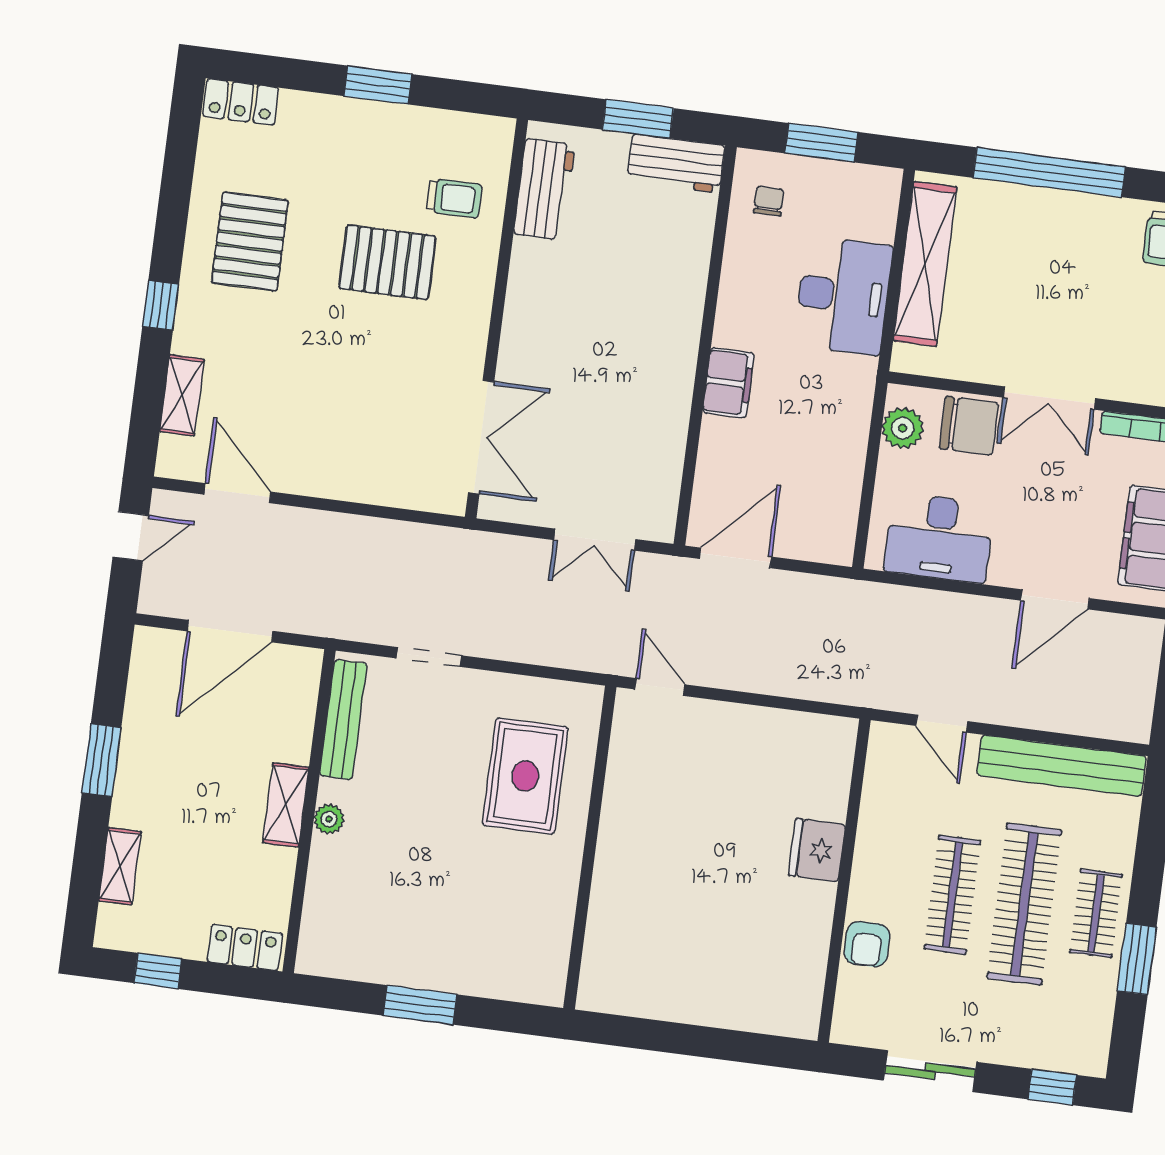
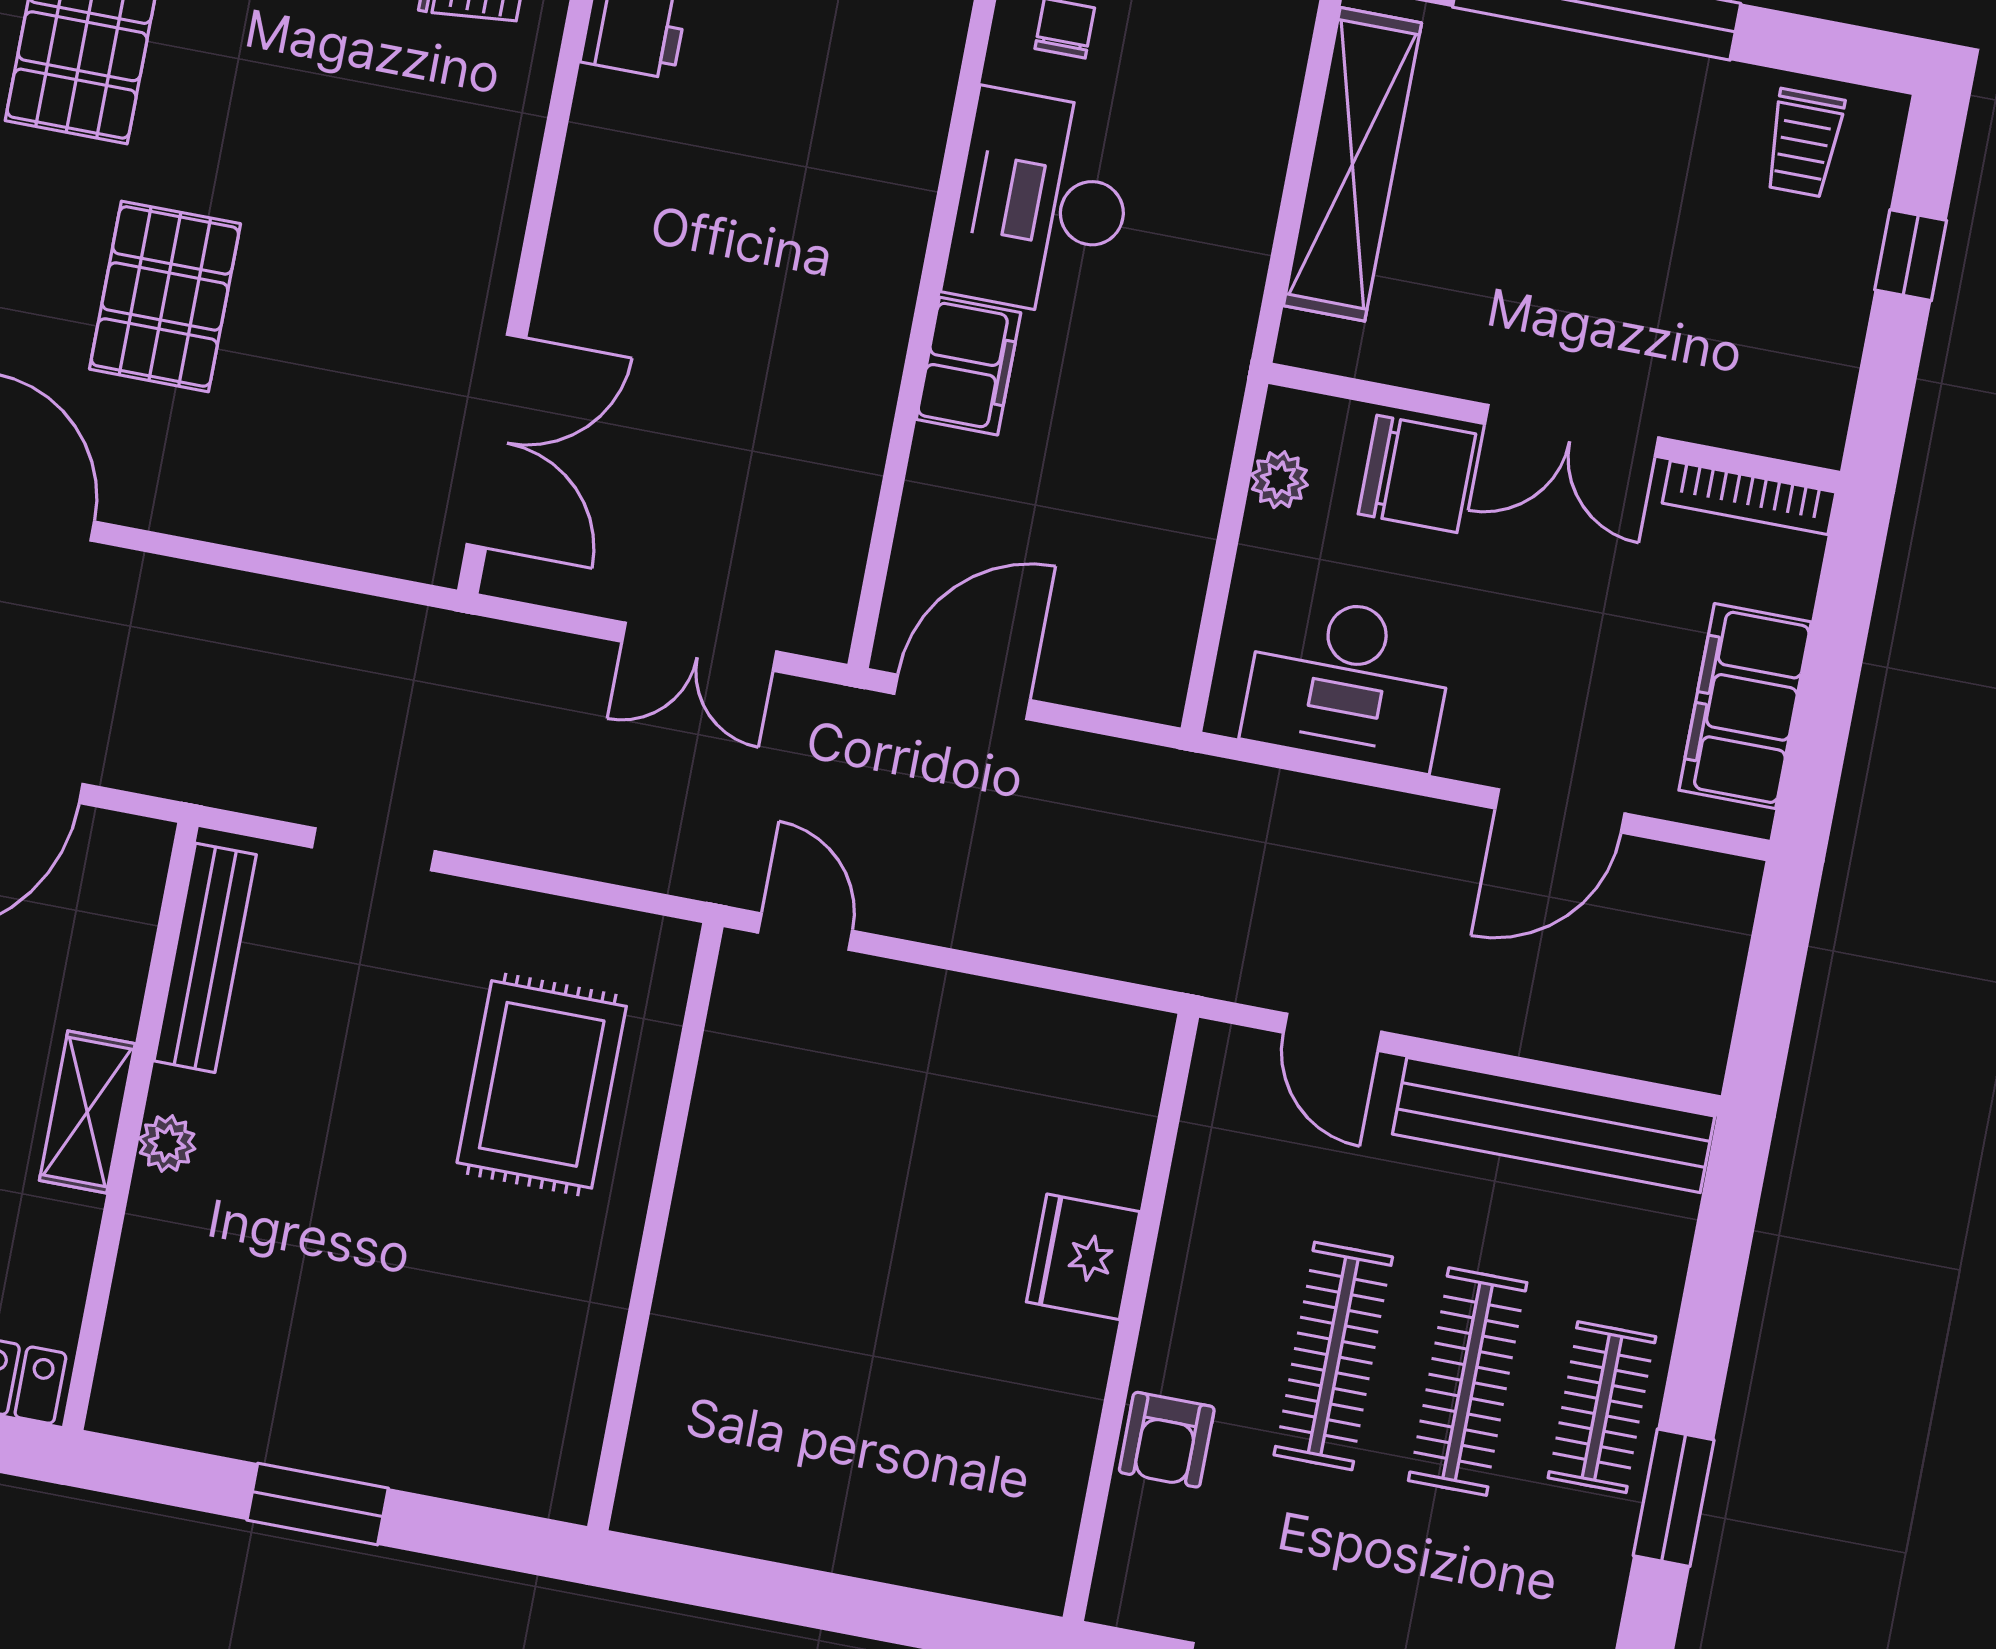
pallet: (387, 262) -> (165, 296), moved, turned 90
desk: (843, 296) -> (1041, 204), moved, turned 180
plant: (903, 428) -> (1279, 480), width x0.73, depth x0.73
clothes rail: (1024, 904) -> (1468, 1382), width x0.73, depth x0.76

